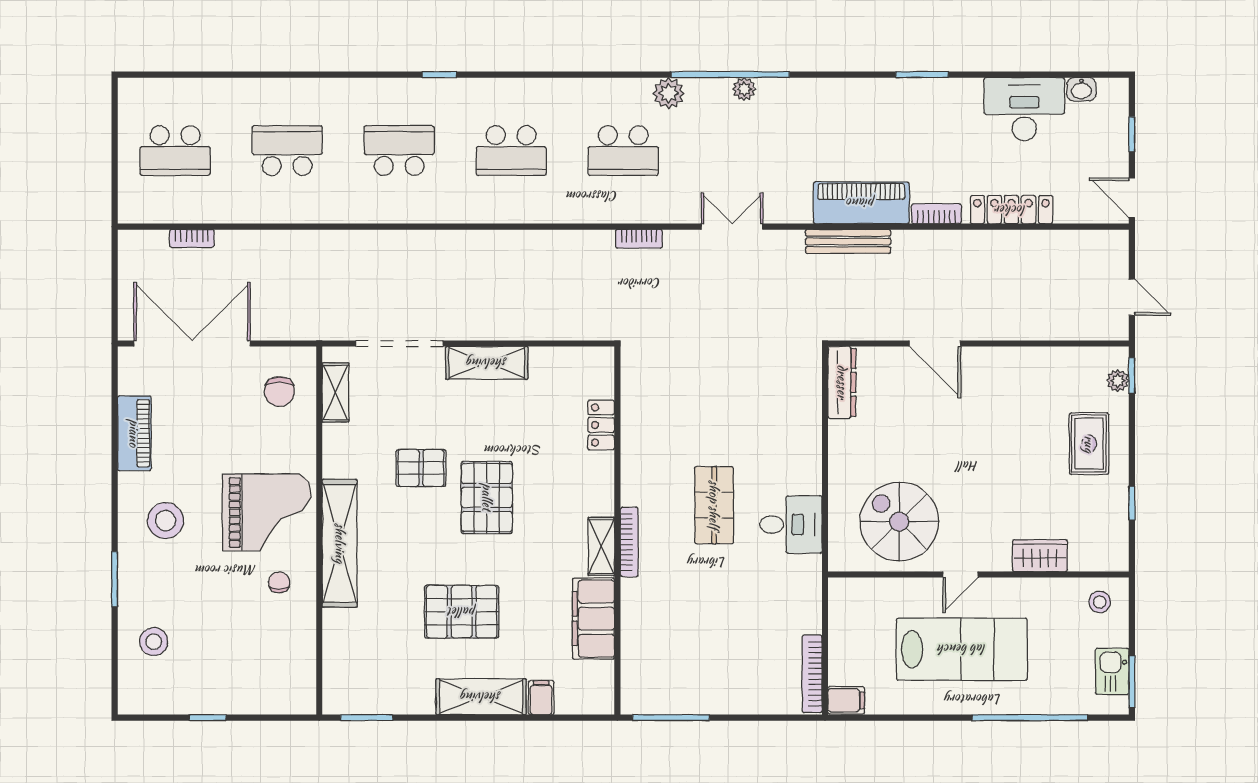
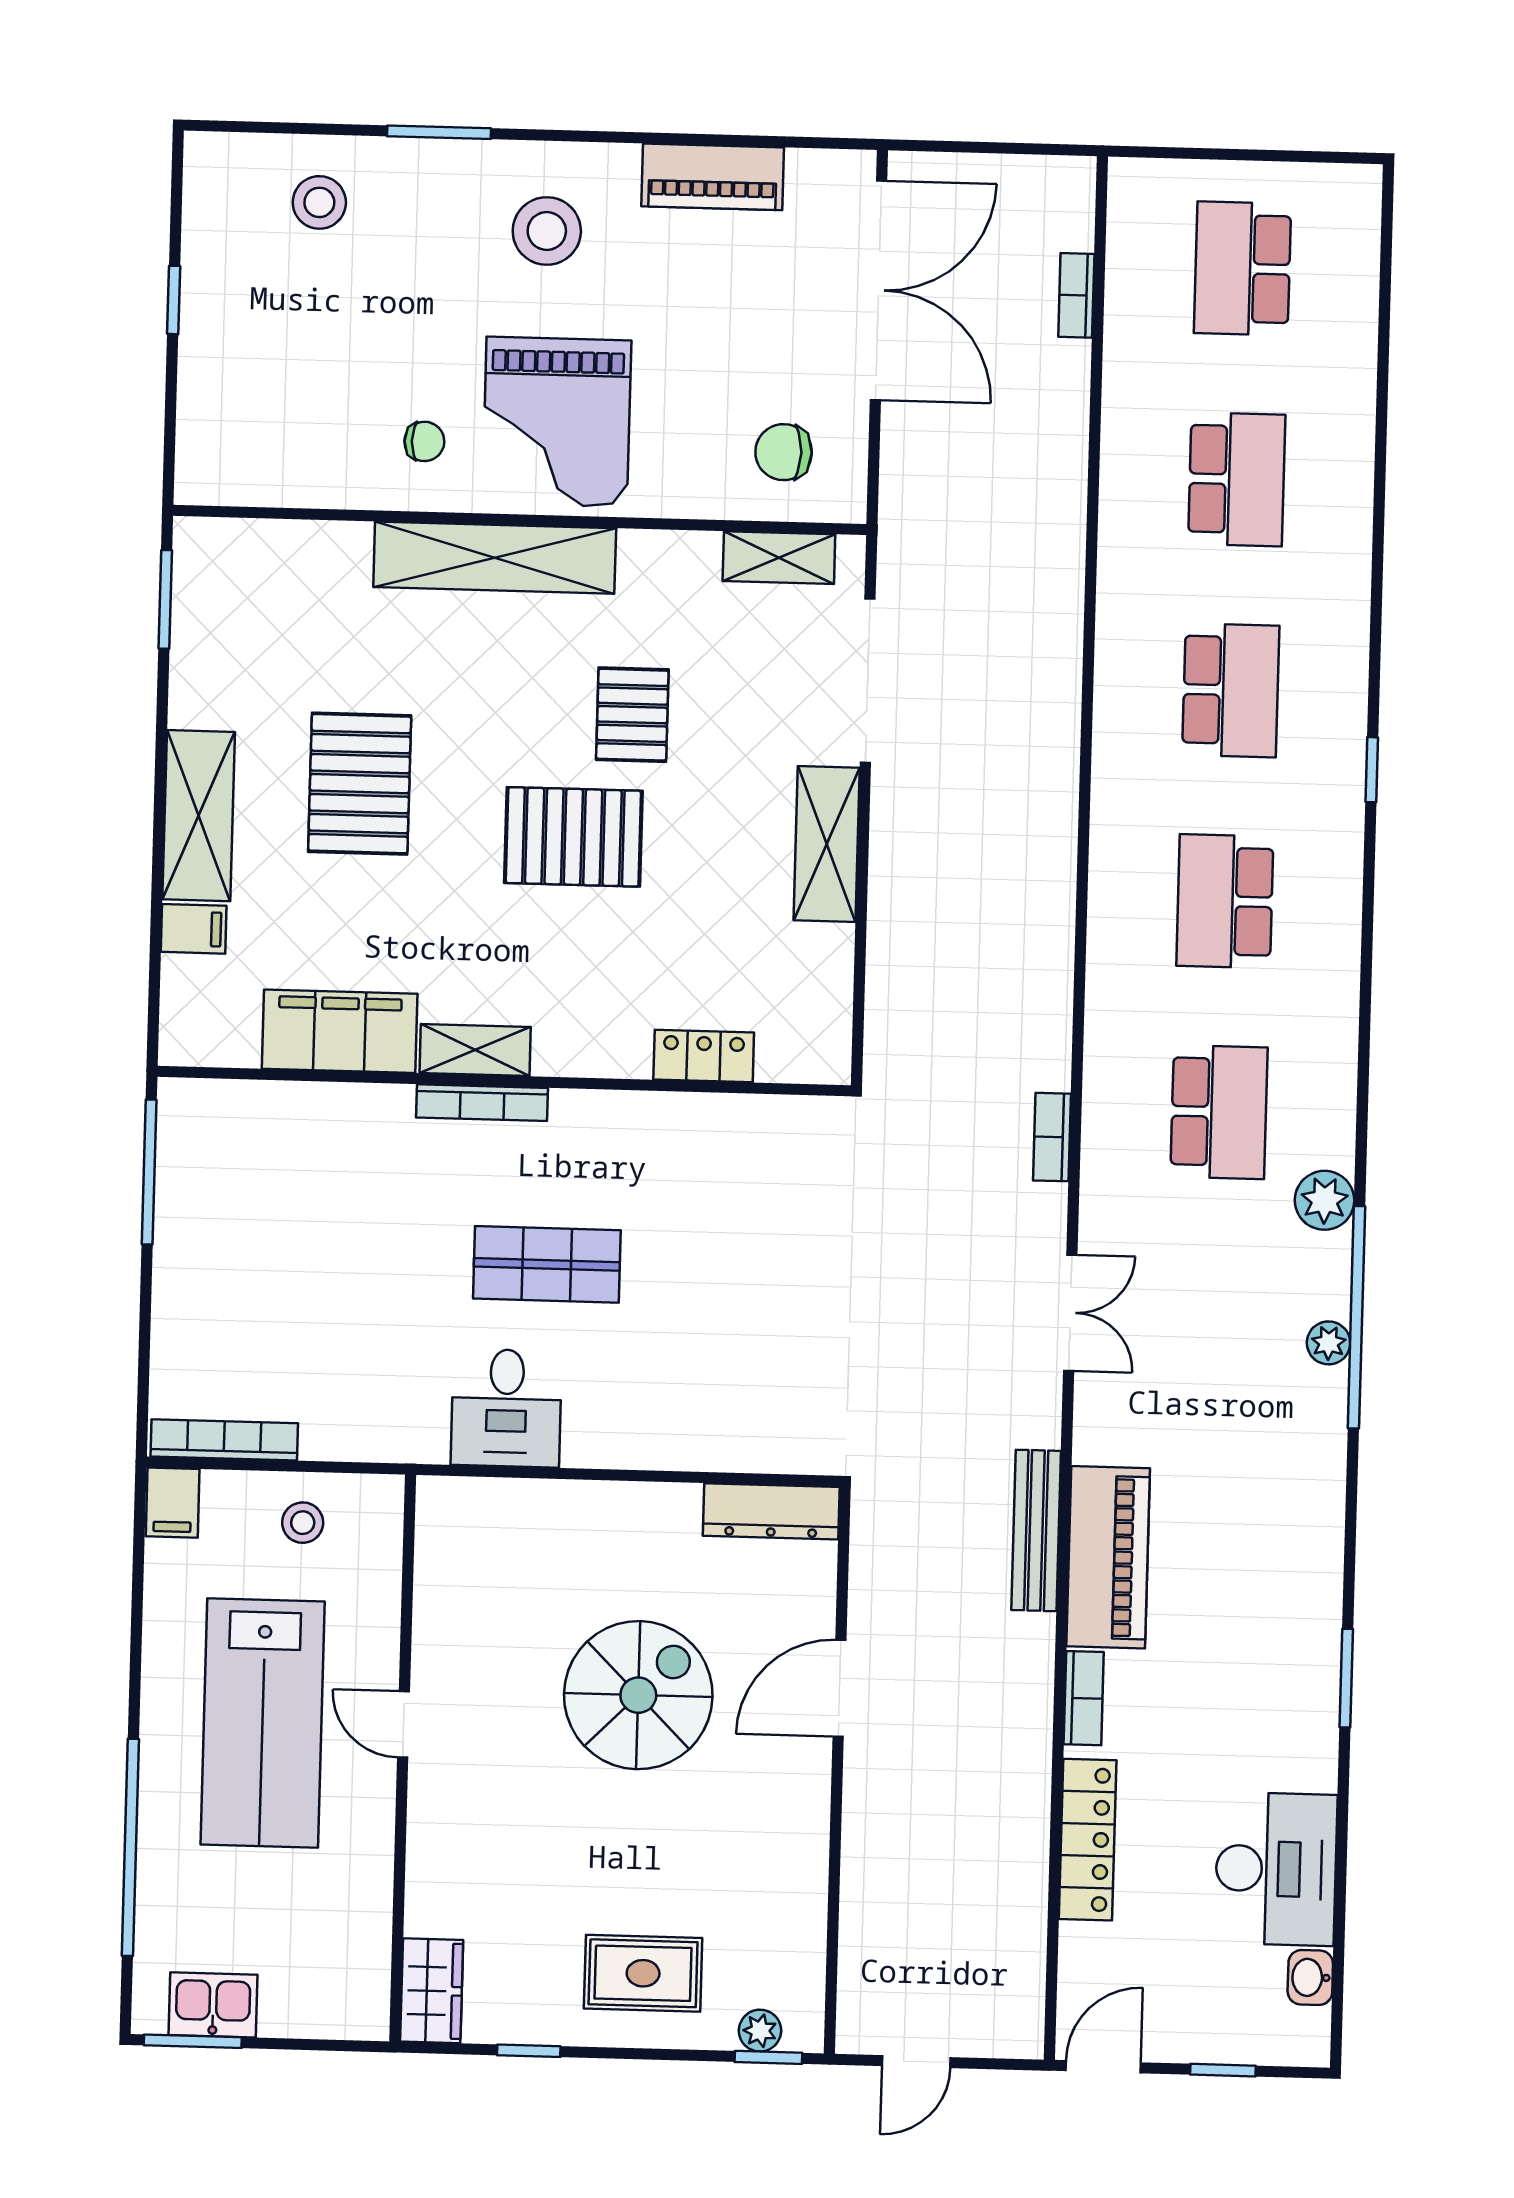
school desk: (623, 151) -> (1219, 1112), turned 180
spiral stairs: (899, 522) -> (638, 1695), moved
wardrobe: (1040, 556) -> (432, 1991), moved
stool: (1100, 602) -> (303, 1523), moved

